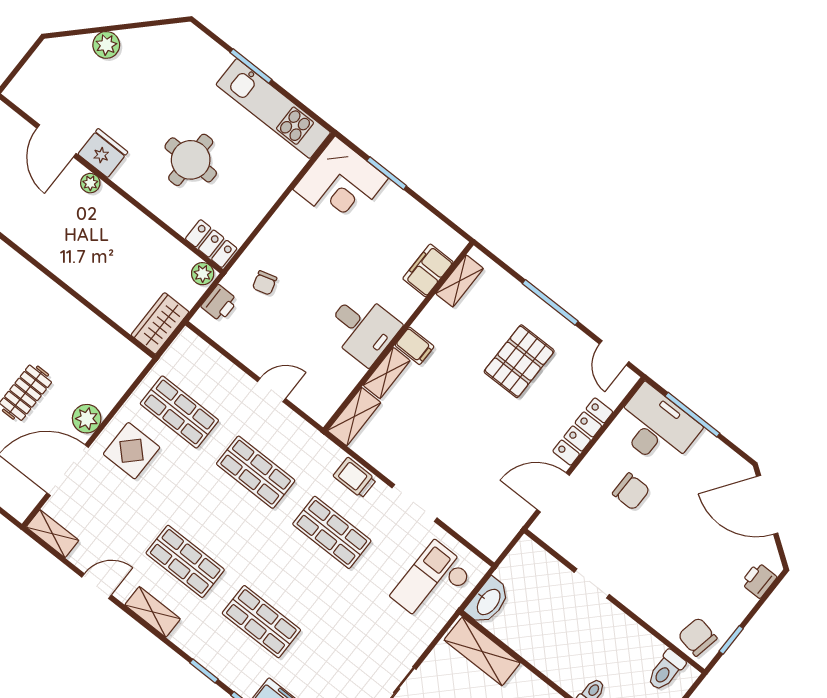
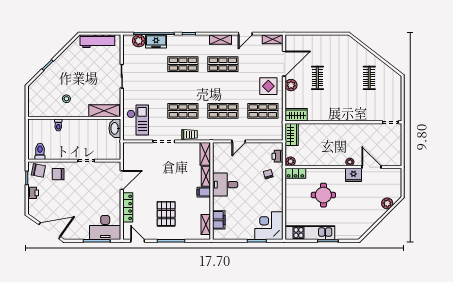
plant: (106, 45) -> (387, 203), moved
wardrobe: (122, 354) -> (296, 115), added
chair: (631, 492) -> (58, 174), moved
printer: (759, 580) -> (33, 193), moved

